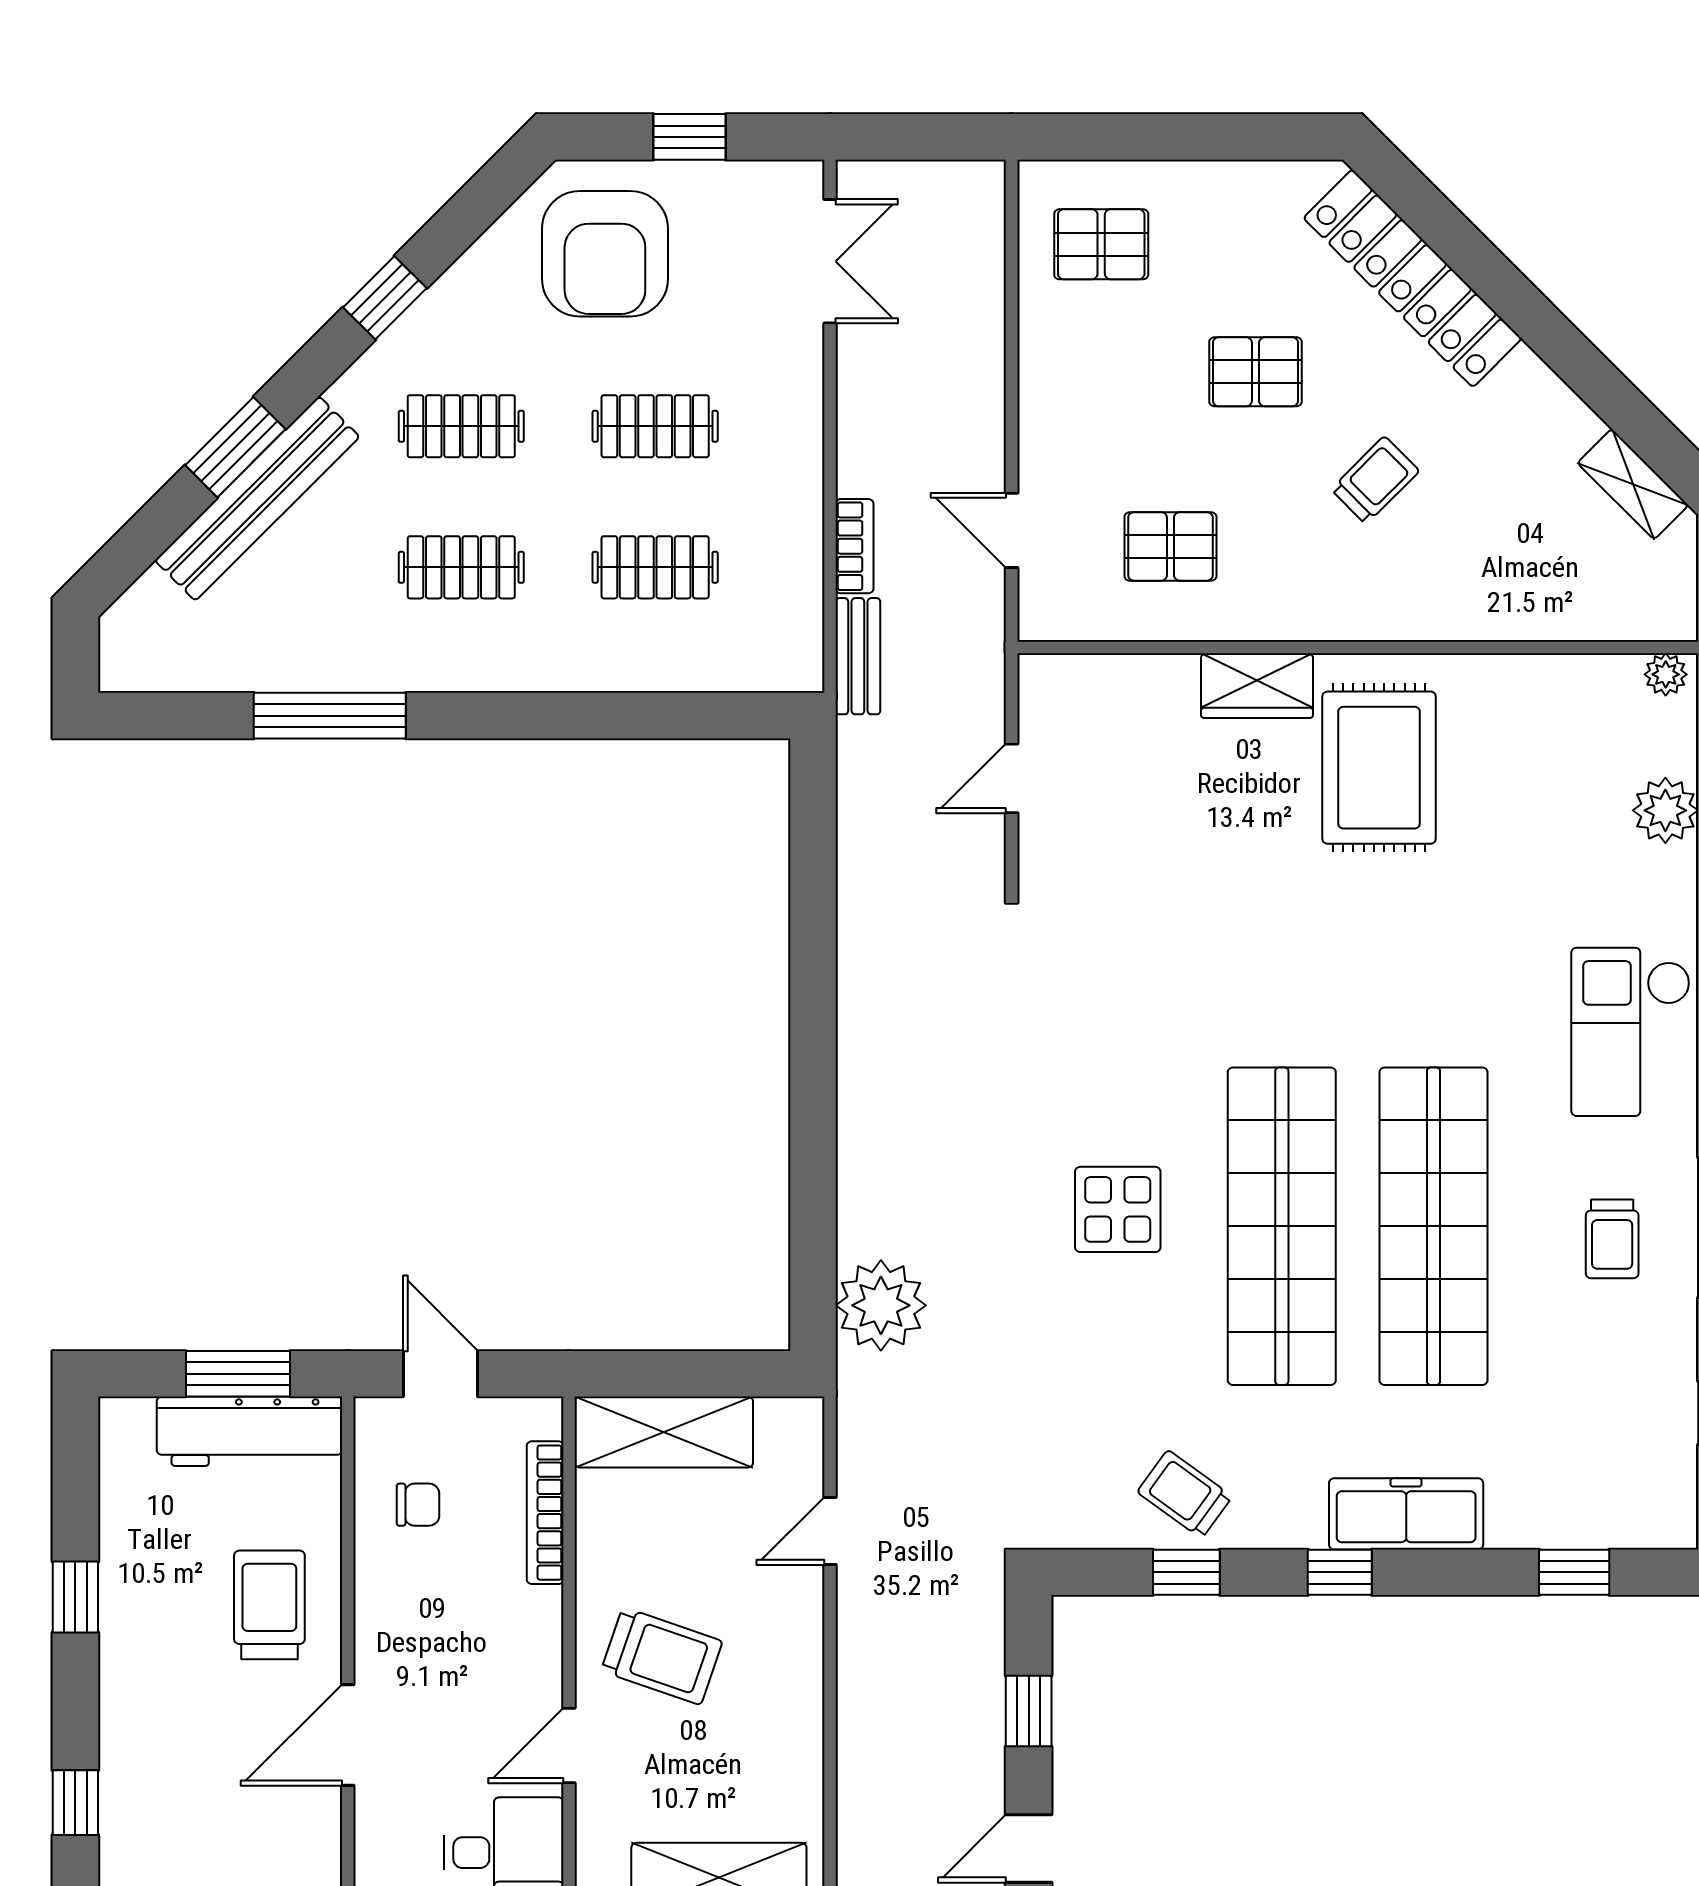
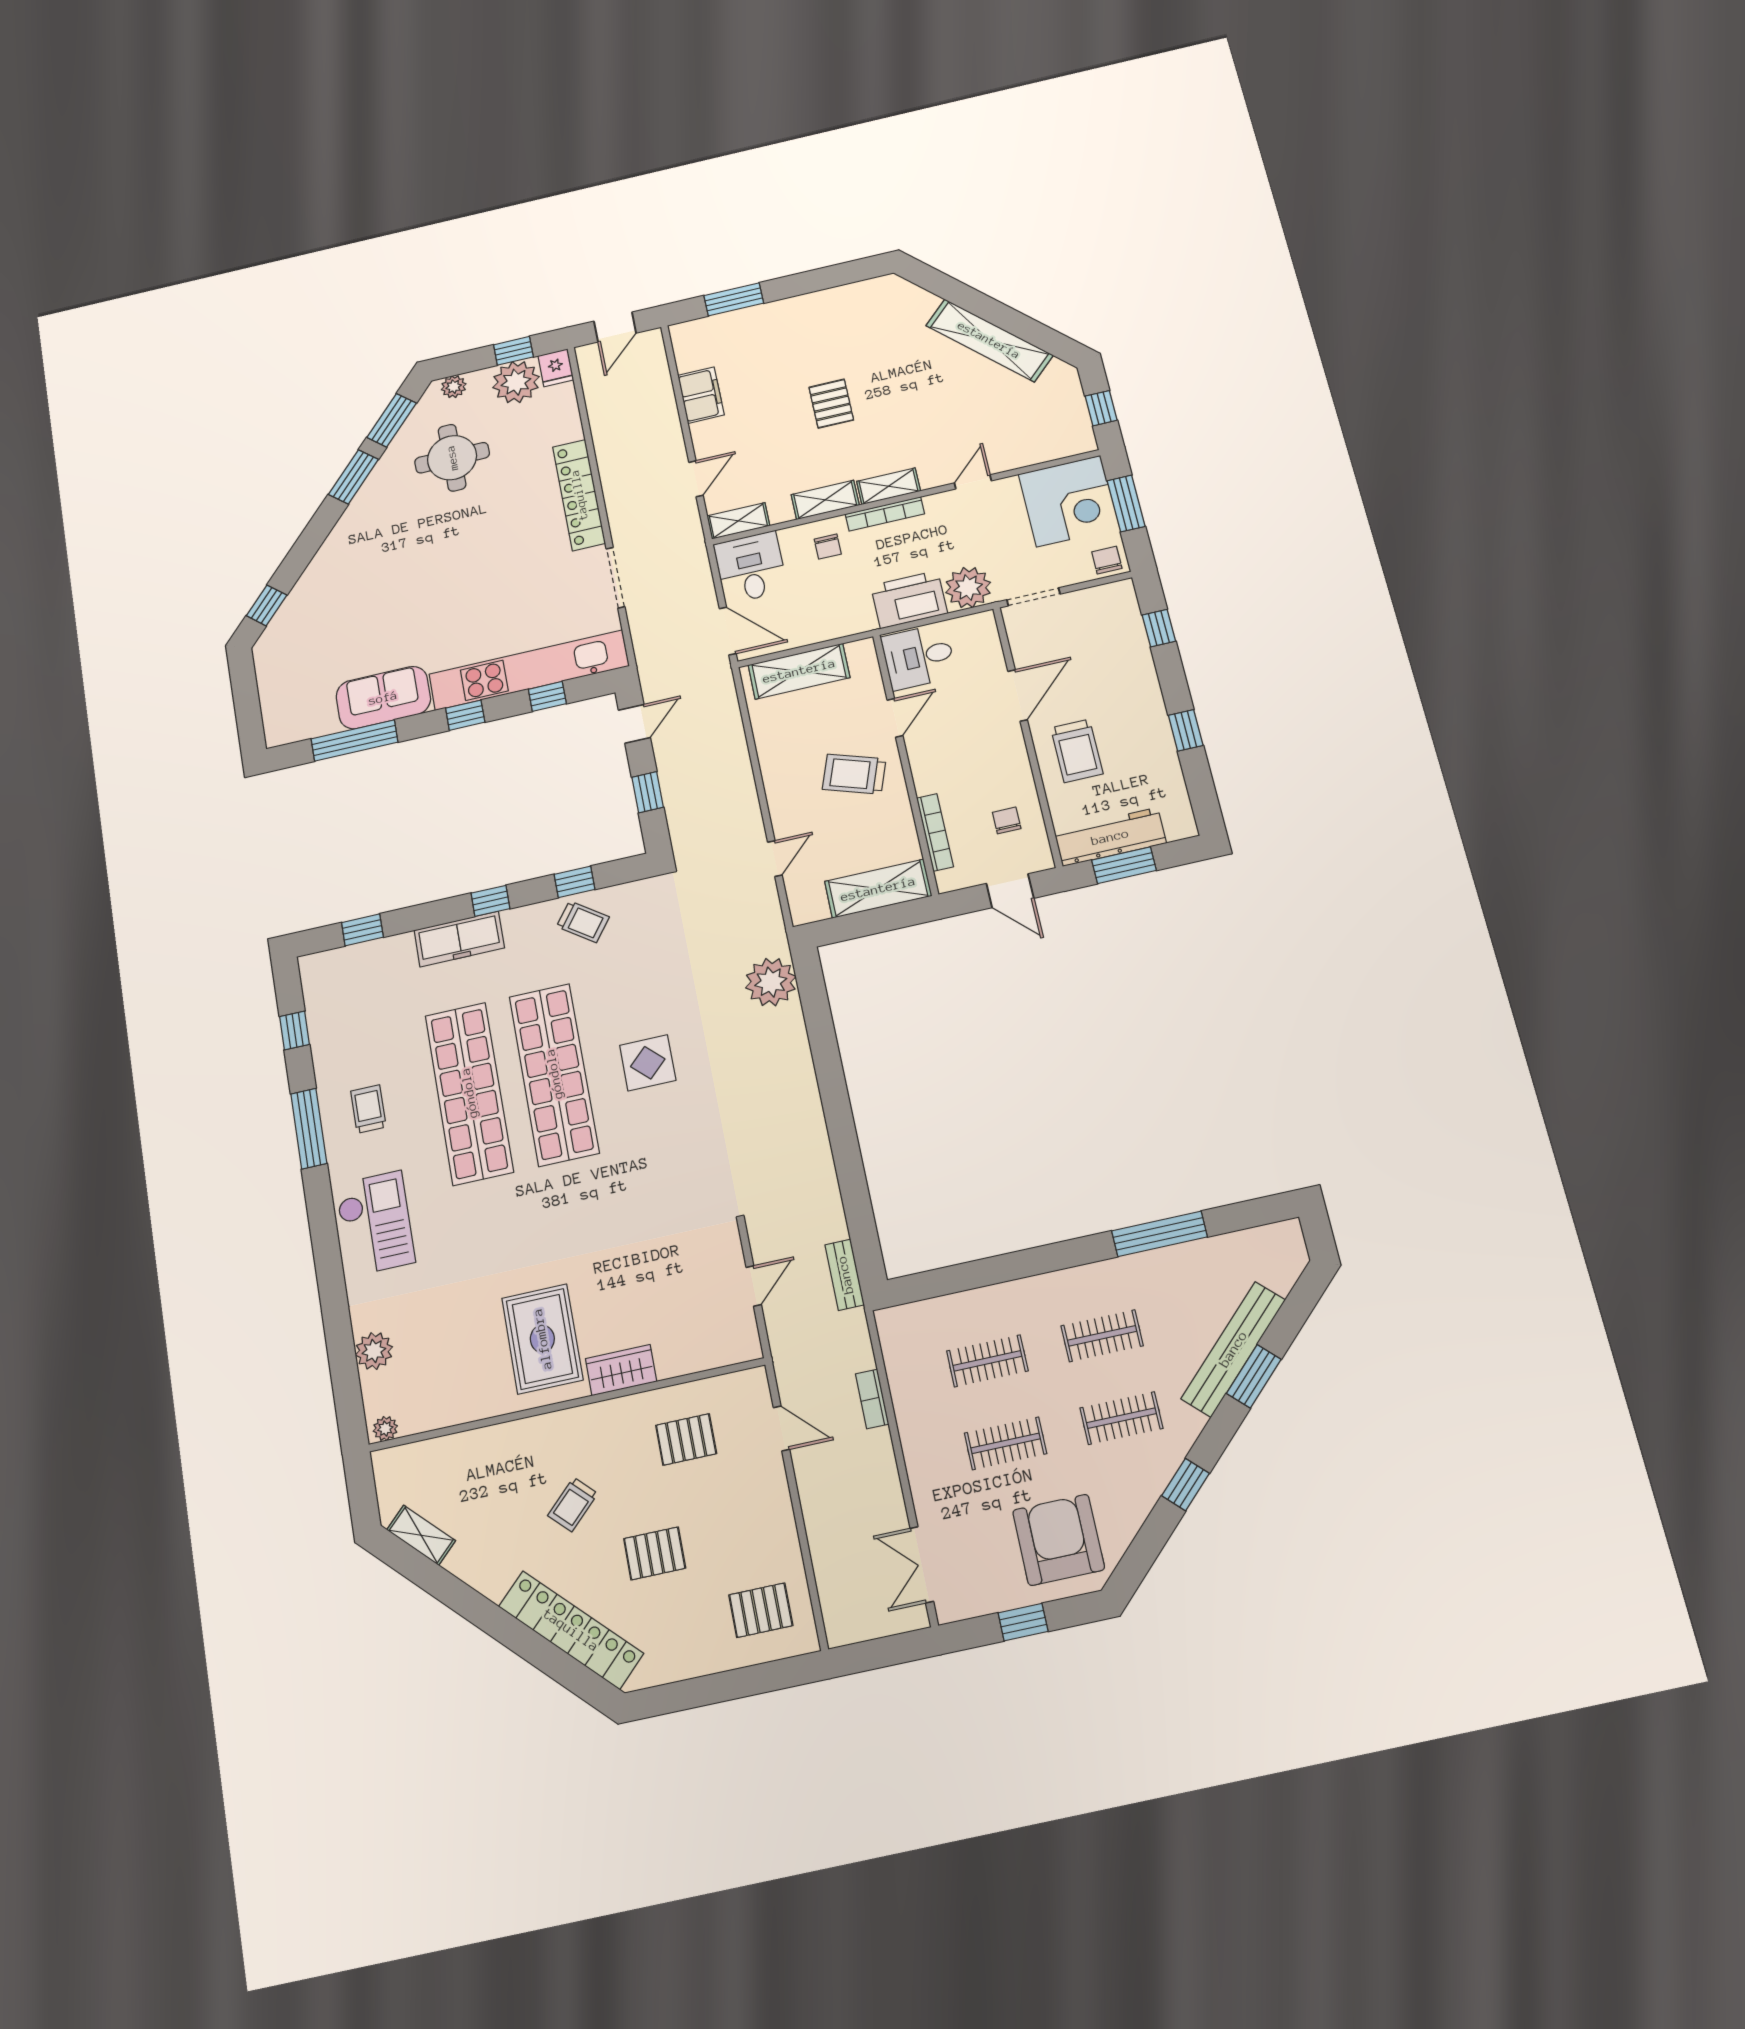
bench: (858, 656) -> (845, 1275), moved
chair: (418, 1505) -> (1007, 820), turned 90

